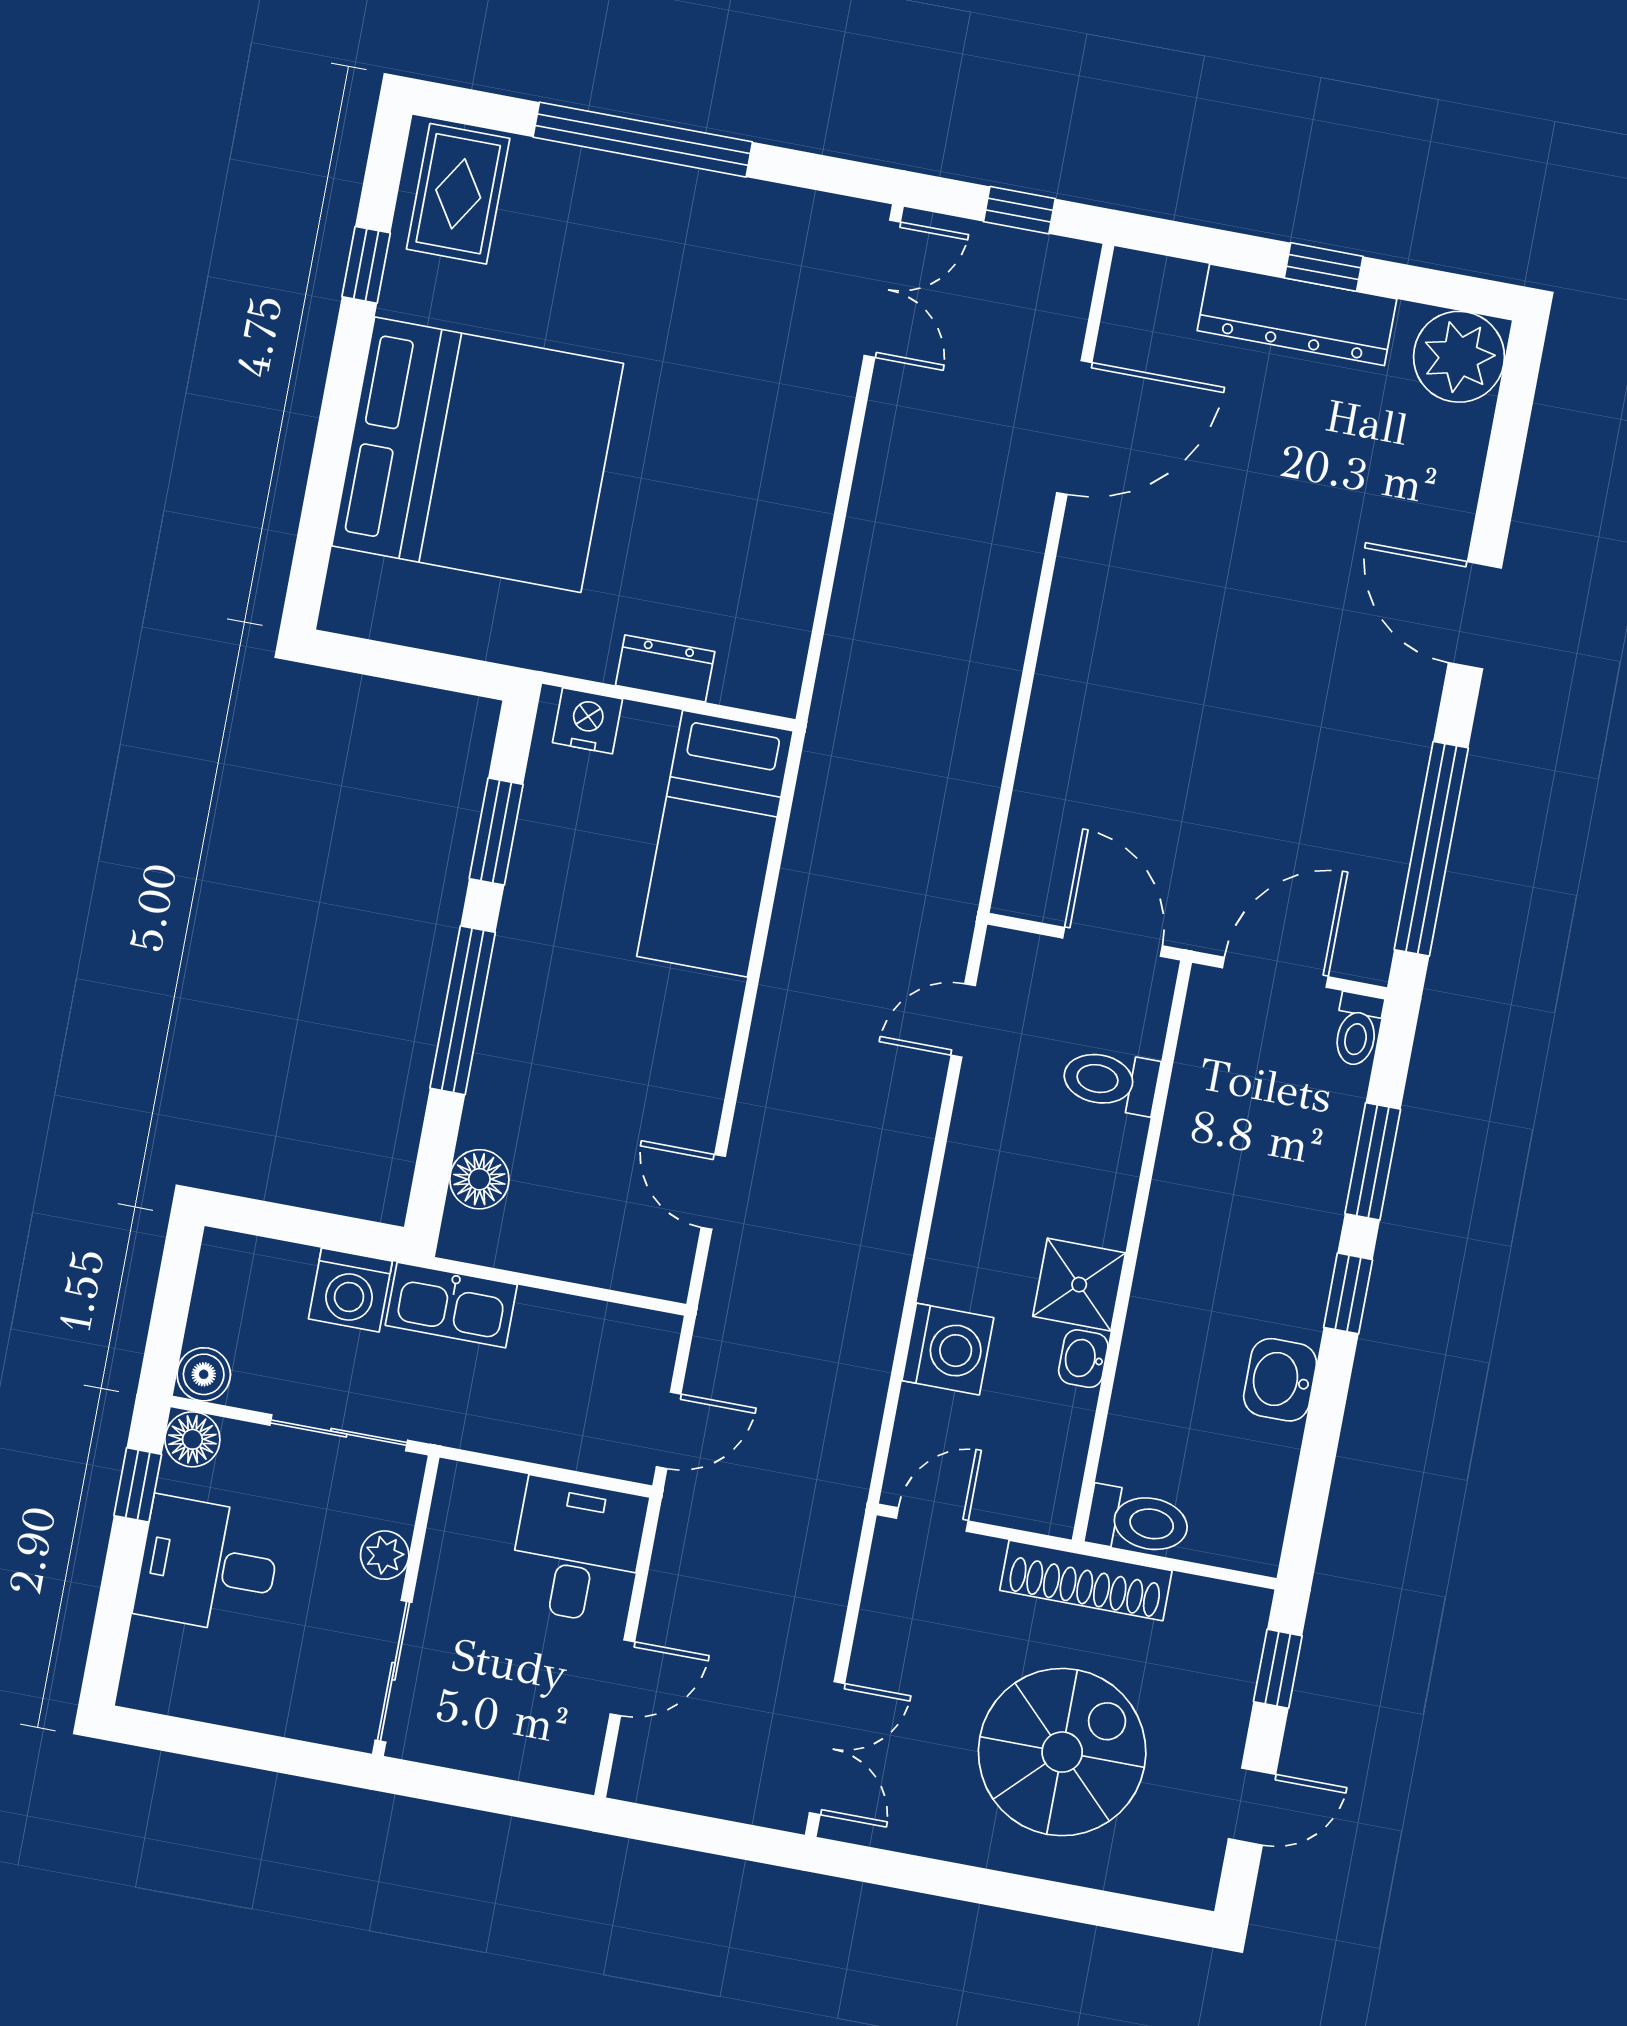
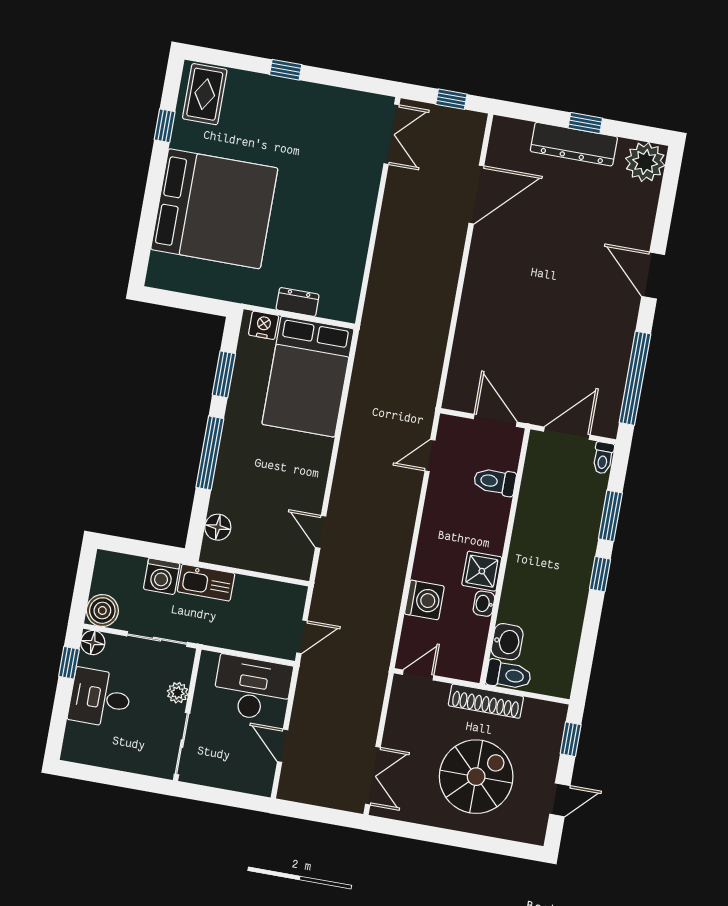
window: (643, 140) -> (286, 70), width x0.32
bed: (715, 844) -> (308, 377), width x1.50
boiler: (204, 1374) -> (102, 611), width x1.36, depth x1.36
washbasin: (1280, 1380) -> (507, 642), moved, turned 180
desk: (577, 1551) -> (252, 688), width x1.37
door: (622, 1678) -> (283, 746), swing flipped

